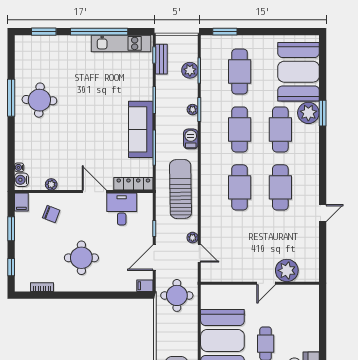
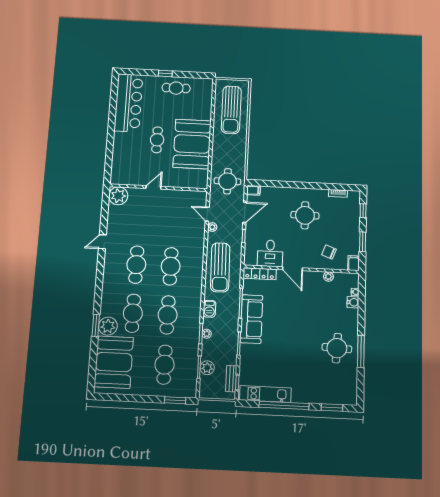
water cooler: (21, 180) -> (353, 302), moved
plant: (287, 270) -> (118, 196), moved

